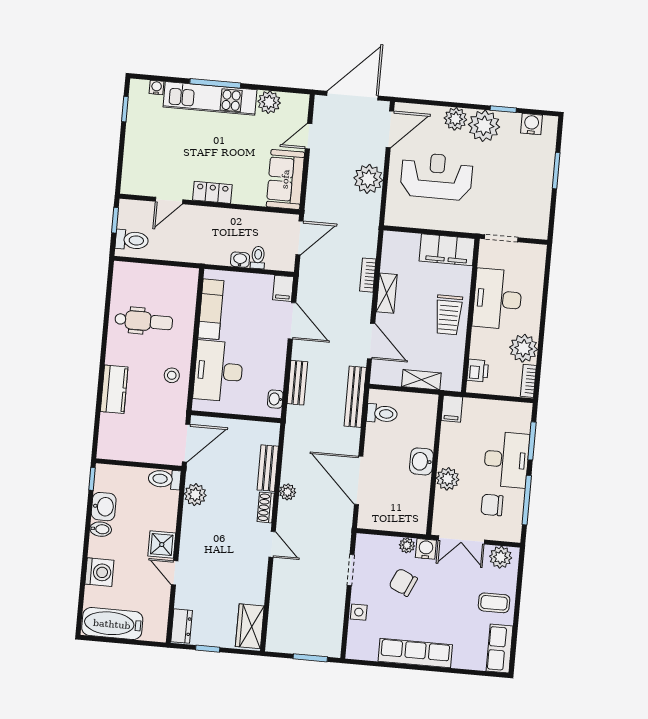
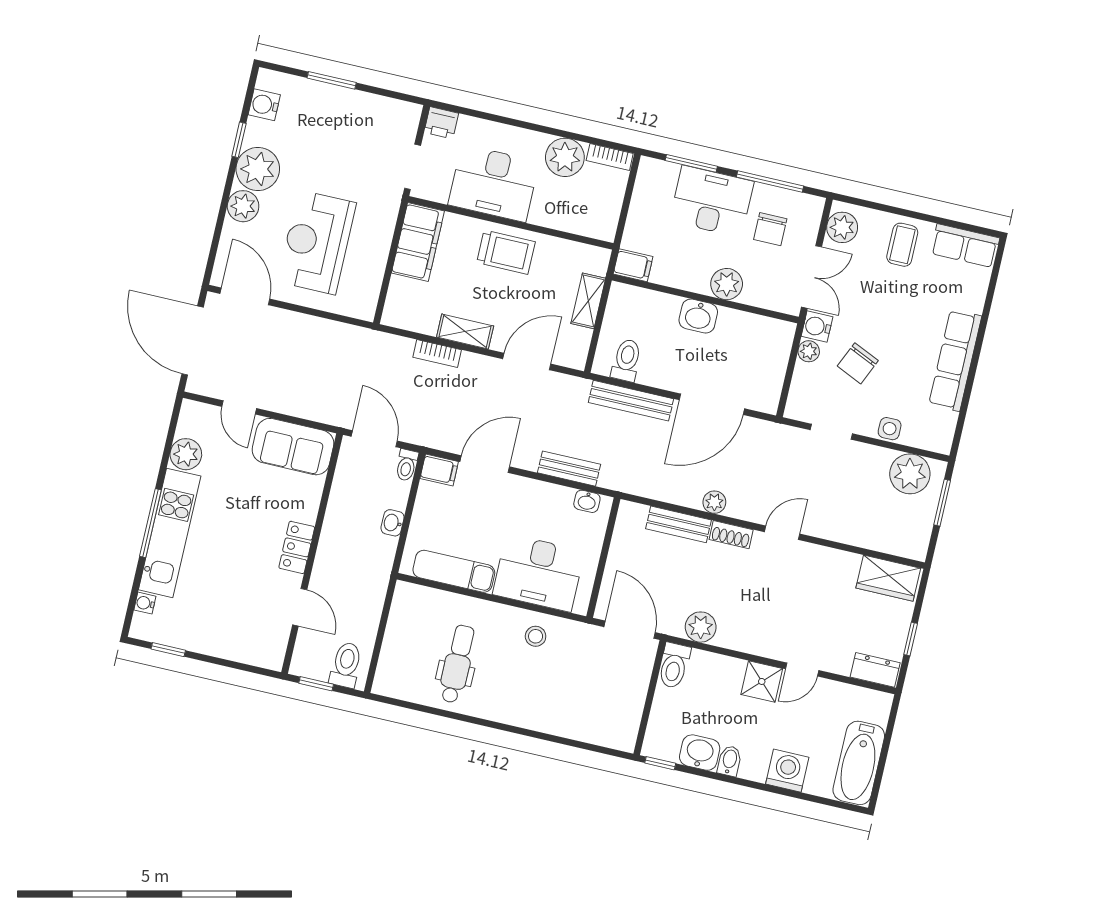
plant: (368, 179) -> (910, 474), moved
toilet: (258, 257) -> (407, 465), moved, turned -90
printer: (478, 371) -> (441, 123), moved, turned 180
kitchen counter: (114, 389) -> (544, 717), removed
bench: (355, 397) -> (631, 401), moved

